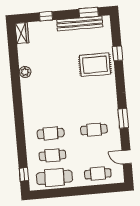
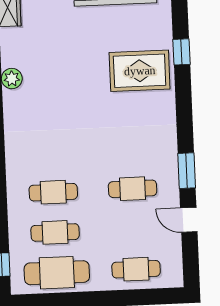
door: (127, 157) -> (189, 220), moved

